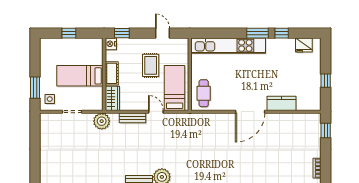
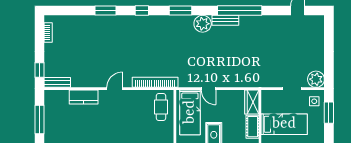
window: (326, 81) -> (40, 120), width x2.17
door: (250, 112) -> (115, 89), width x0.53
bench: (133, 118) -> (57, 82), moved
bookcase: (210, 118) -> (155, 82), added
plant: (102, 121) -> (316, 79), moved

